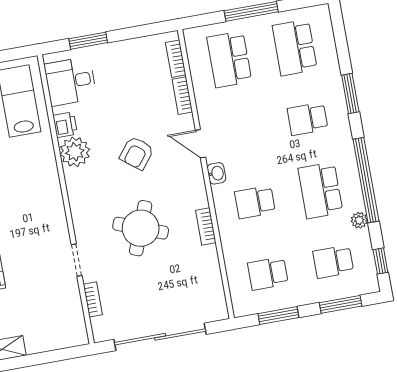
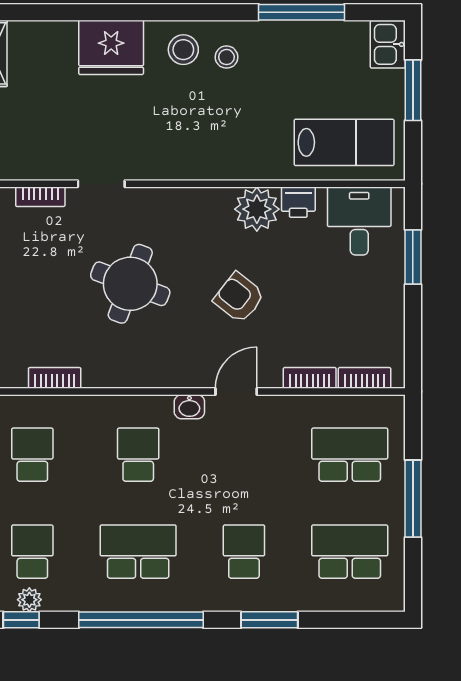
plant: (359, 220) -> (29, 600), moved
bookcase: (206, 226) -> (55, 378), moved

